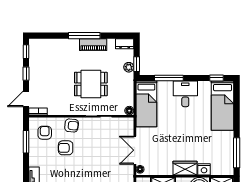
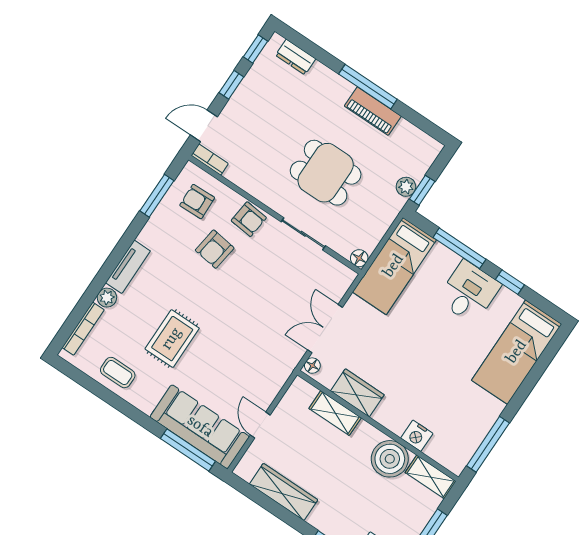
dresser: (125, 44) -> (296, 57), moved
window: (217, 78) -> (510, 282), moved
armchair: (45, 133) -> (197, 201), turned -92
armchair: (66, 148) -> (215, 249), turned -82
wardrobe: (185, 168) -> (357, 393), moved

